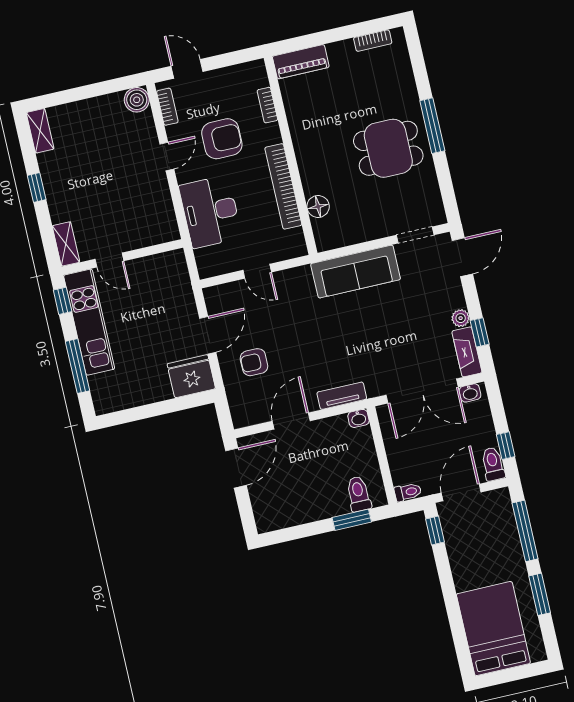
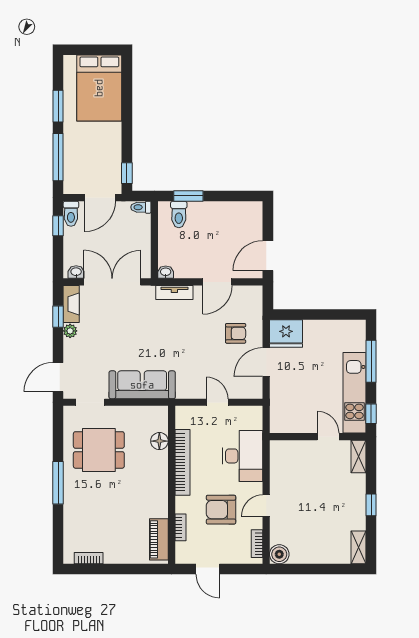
piano: (301, 62) -> (159, 539), moved, turned -90
door: (187, 69) -> (208, 569), moved
dining table: (388, 148) -> (99, 450), moved

